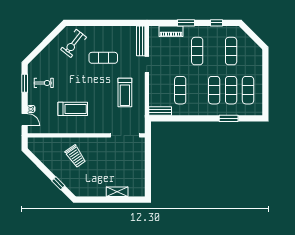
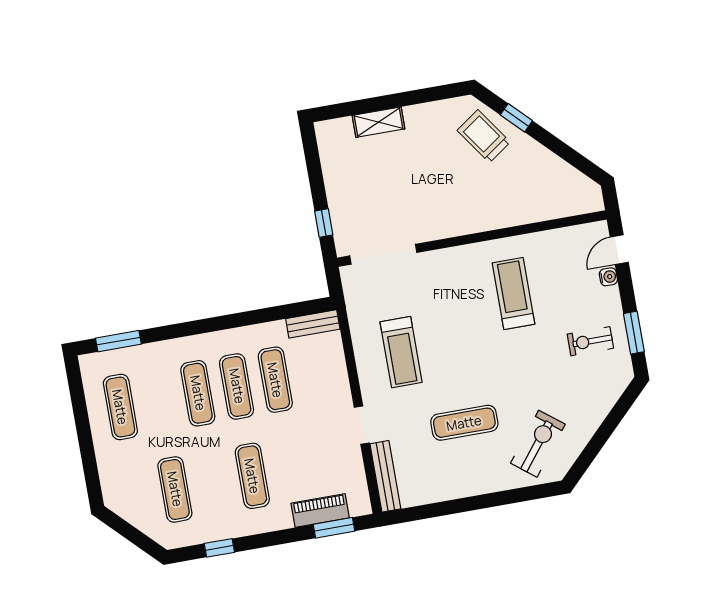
window: (186, 23) -> (334, 528), moved
exercise mat: (231, 90) -> (237, 386), moved
treadmill: (125, 92) -> (401, 352), turned 180
treadmill: (73, 109) -> (513, 293), turned 90
window: (229, 118) -> (118, 341), moved
door: (25, 120) -> (619, 250), hinge flipped
window: (148, 153) -> (324, 223), added
trolley: (76, 156) -> (484, 136), moved

